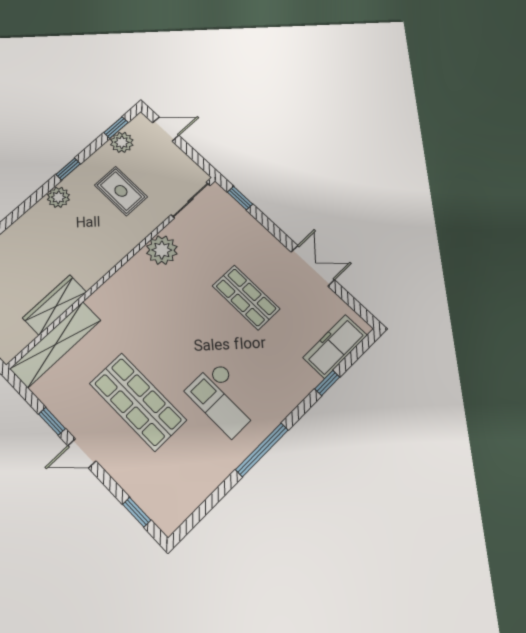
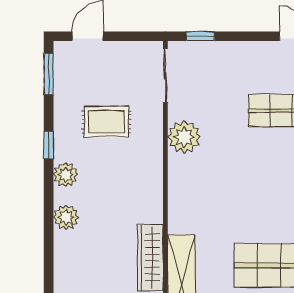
window: (116, 127) -> (49, 74), width x1.50
plant: (122, 142) -> (66, 217), moved

